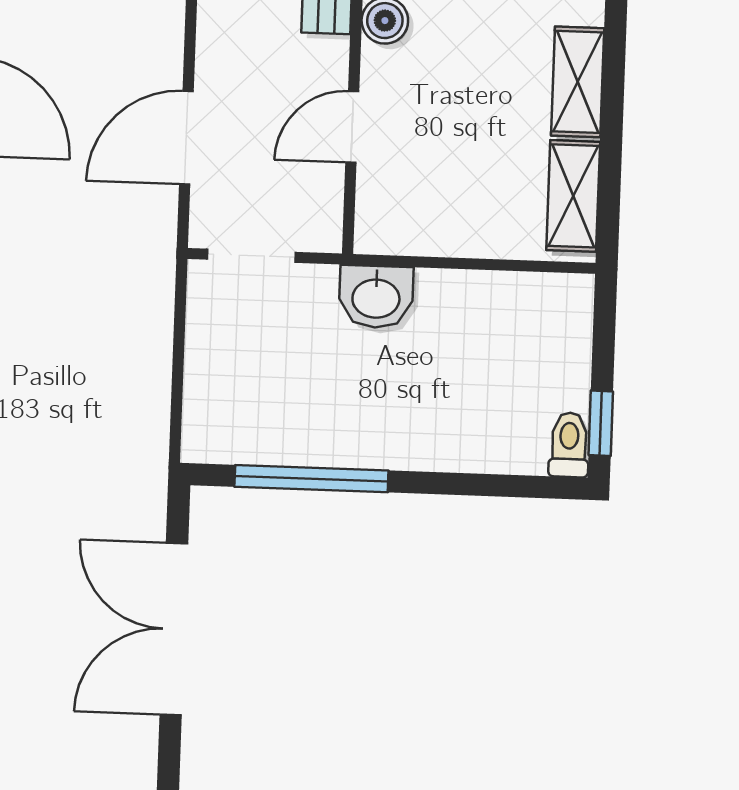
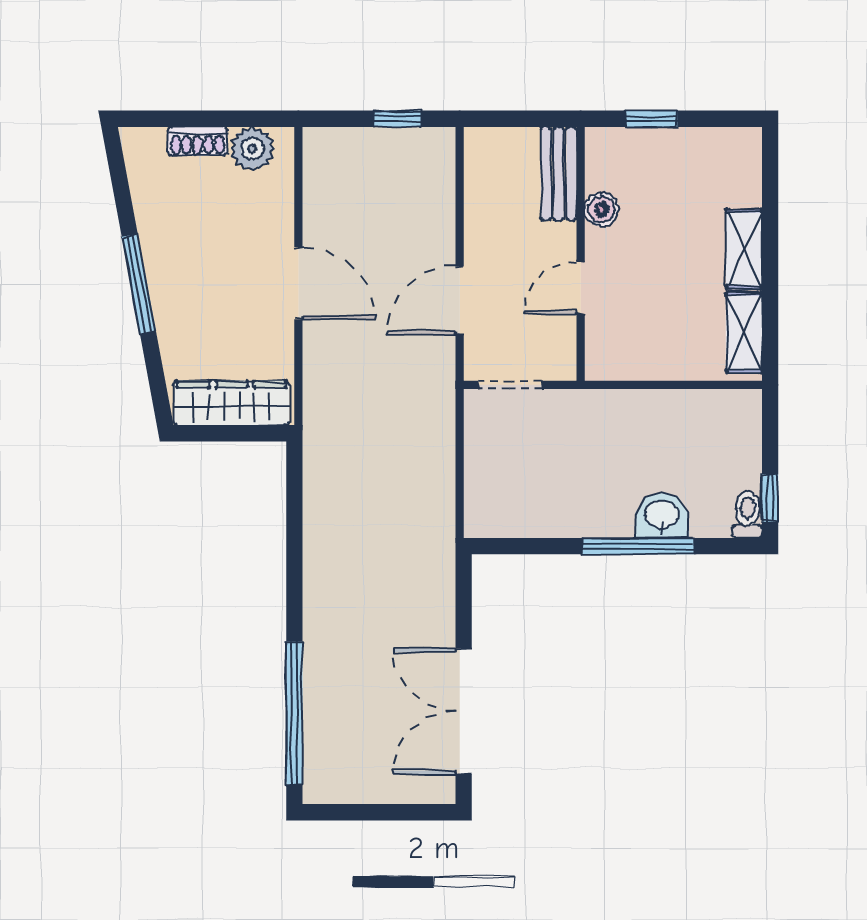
washbasin: (376, 297) -> (662, 515), moved, turned 180
window: (311, 479) -> (638, 546), moved
double door: (174, 629) -> (464, 711), moved

